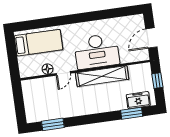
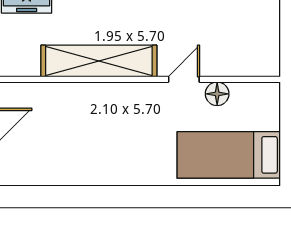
desk: (97, 51) -> (103, 117), removed

